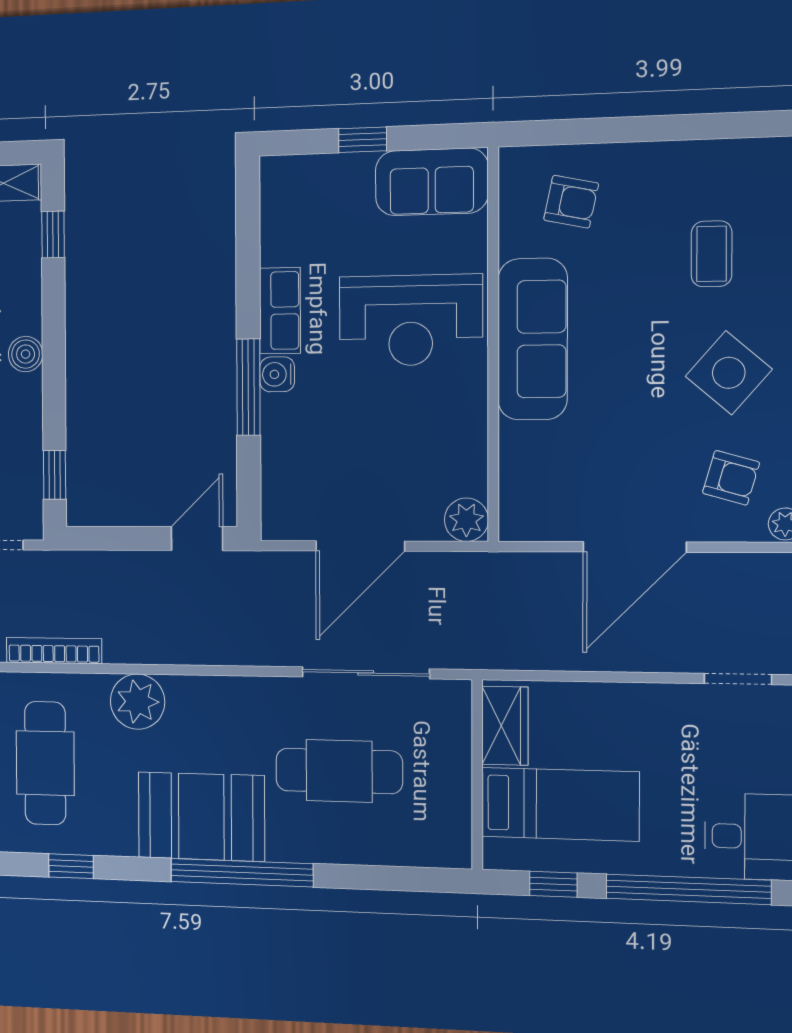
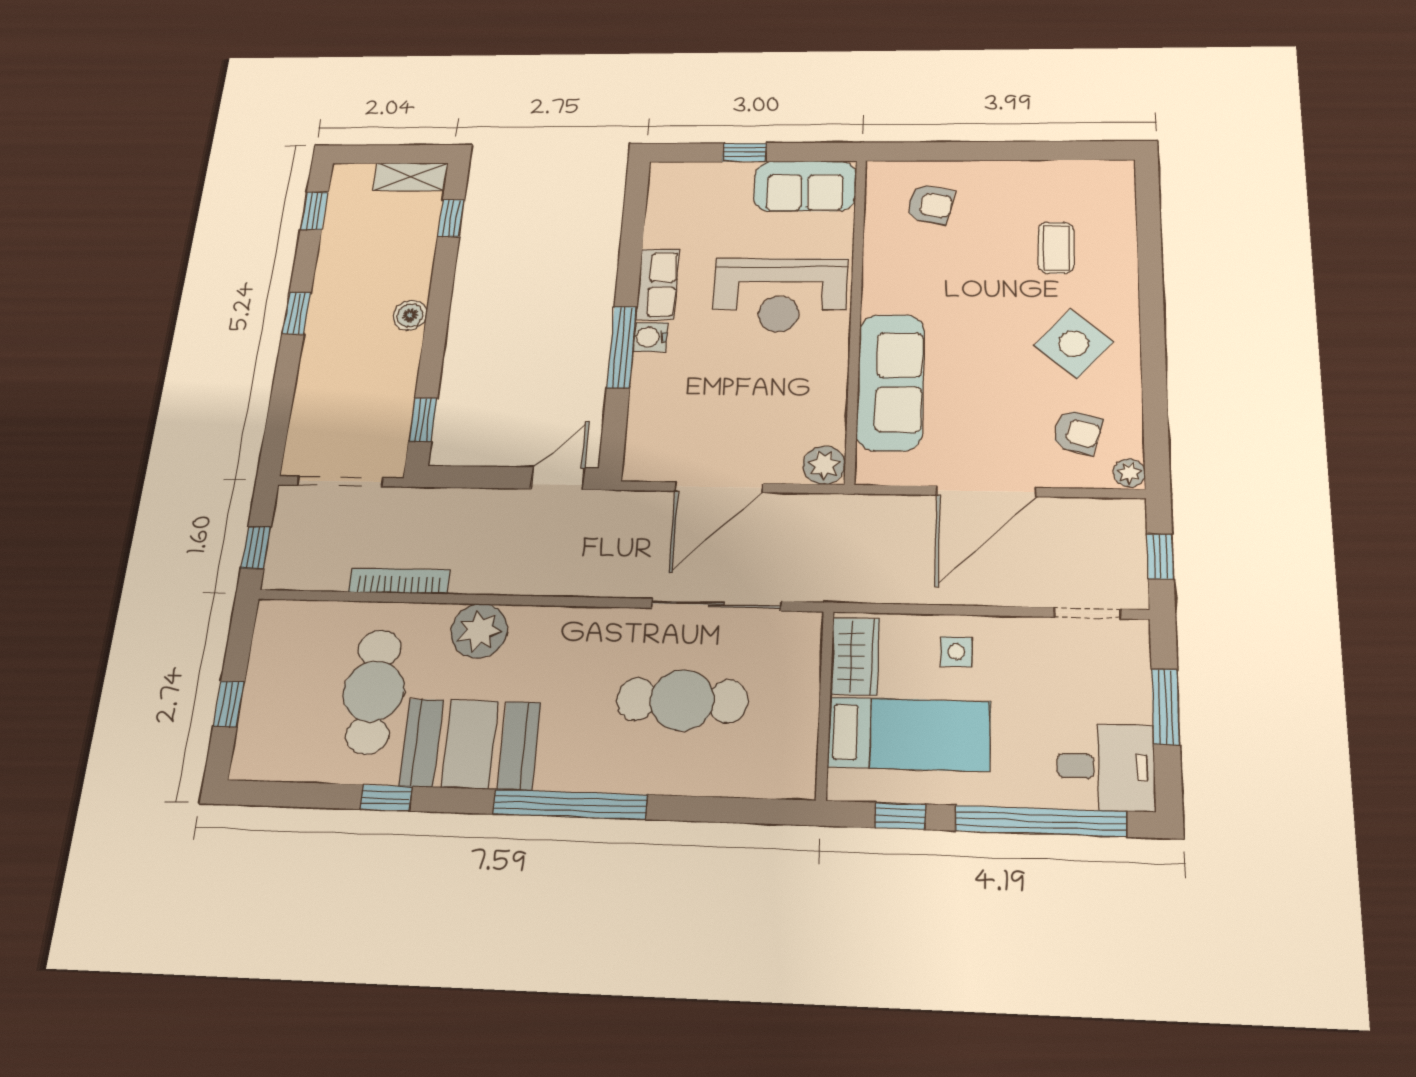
sofa: (533, 339) -> (890, 382), moved
side table: (605, 720) -> (956, 652), added
booth: (201, 817) -> (470, 744), moved

